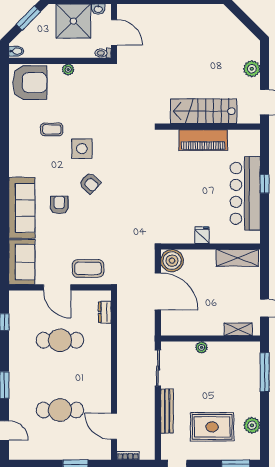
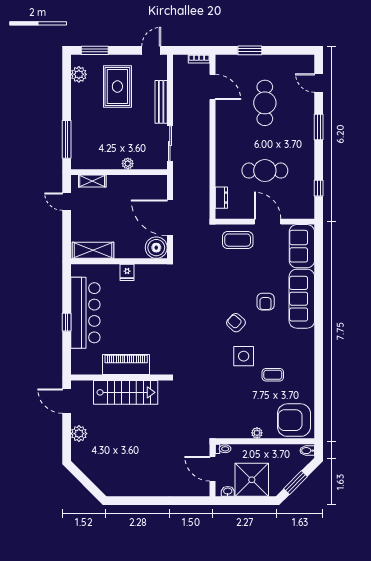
cafe table: (60, 410) -> (265, 103), turned 90
plant: (252, 425) -> (79, 74), moved
rug: (212, 427) -> (117, 86), turned 90

